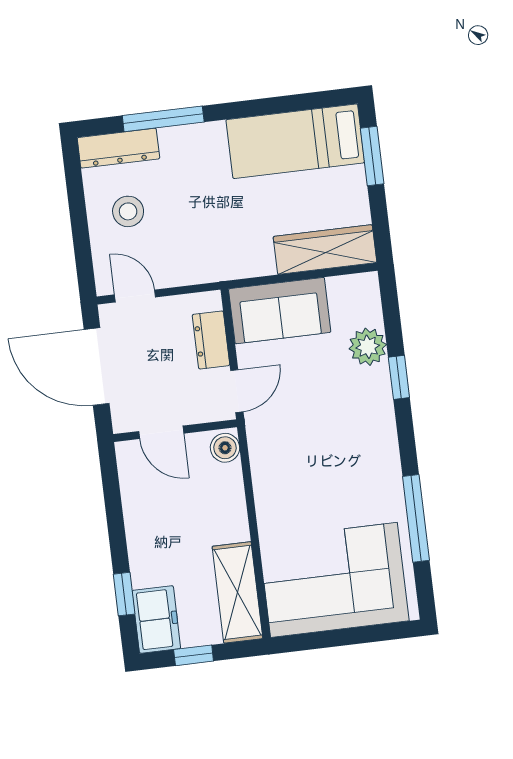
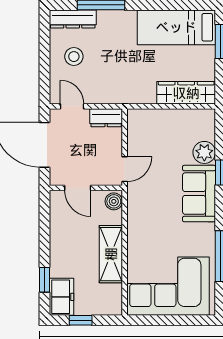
sofa: (280, 311) -> (199, 194), moved, turned 90
dresser: (211, 340) -> (106, 118), moved, turned -90
shelving: (237, 592) -> (111, 254), moved

